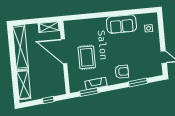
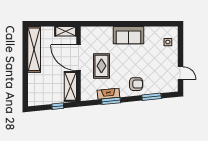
sofa: (121, 24) -> (129, 35), moved
shelving: (24, 85) -> (70, 86), moved
window: (89, 92) -> (111, 101), moved

